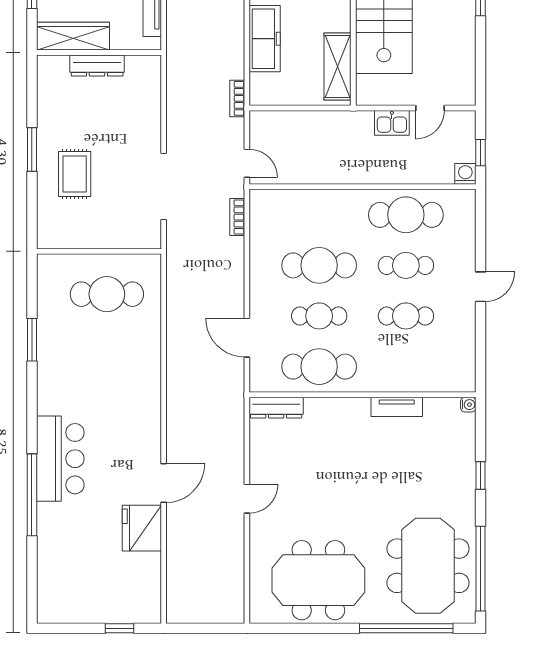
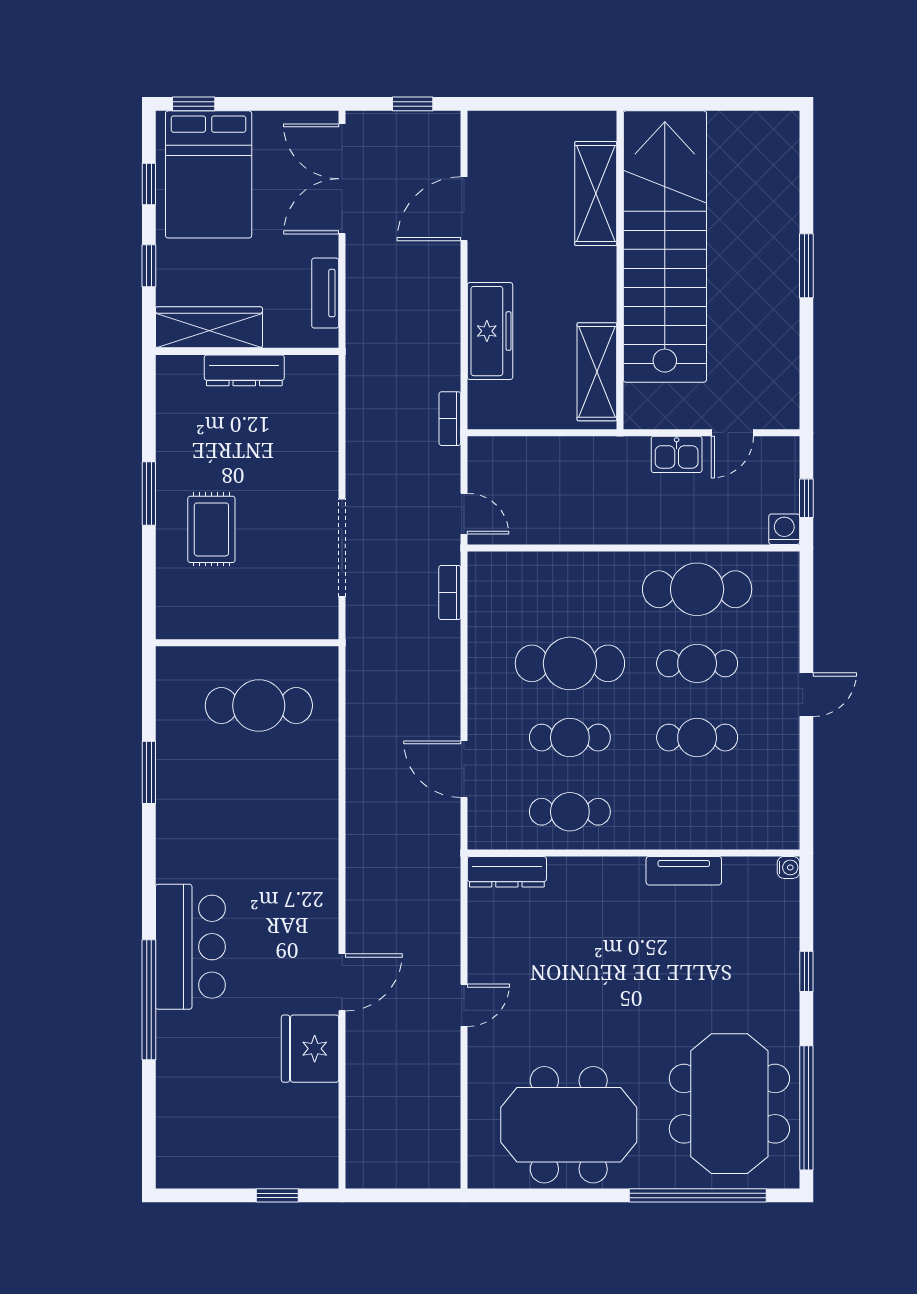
cafe table: (319, 367) -> (570, 812), width x0.73, depth x0.74

